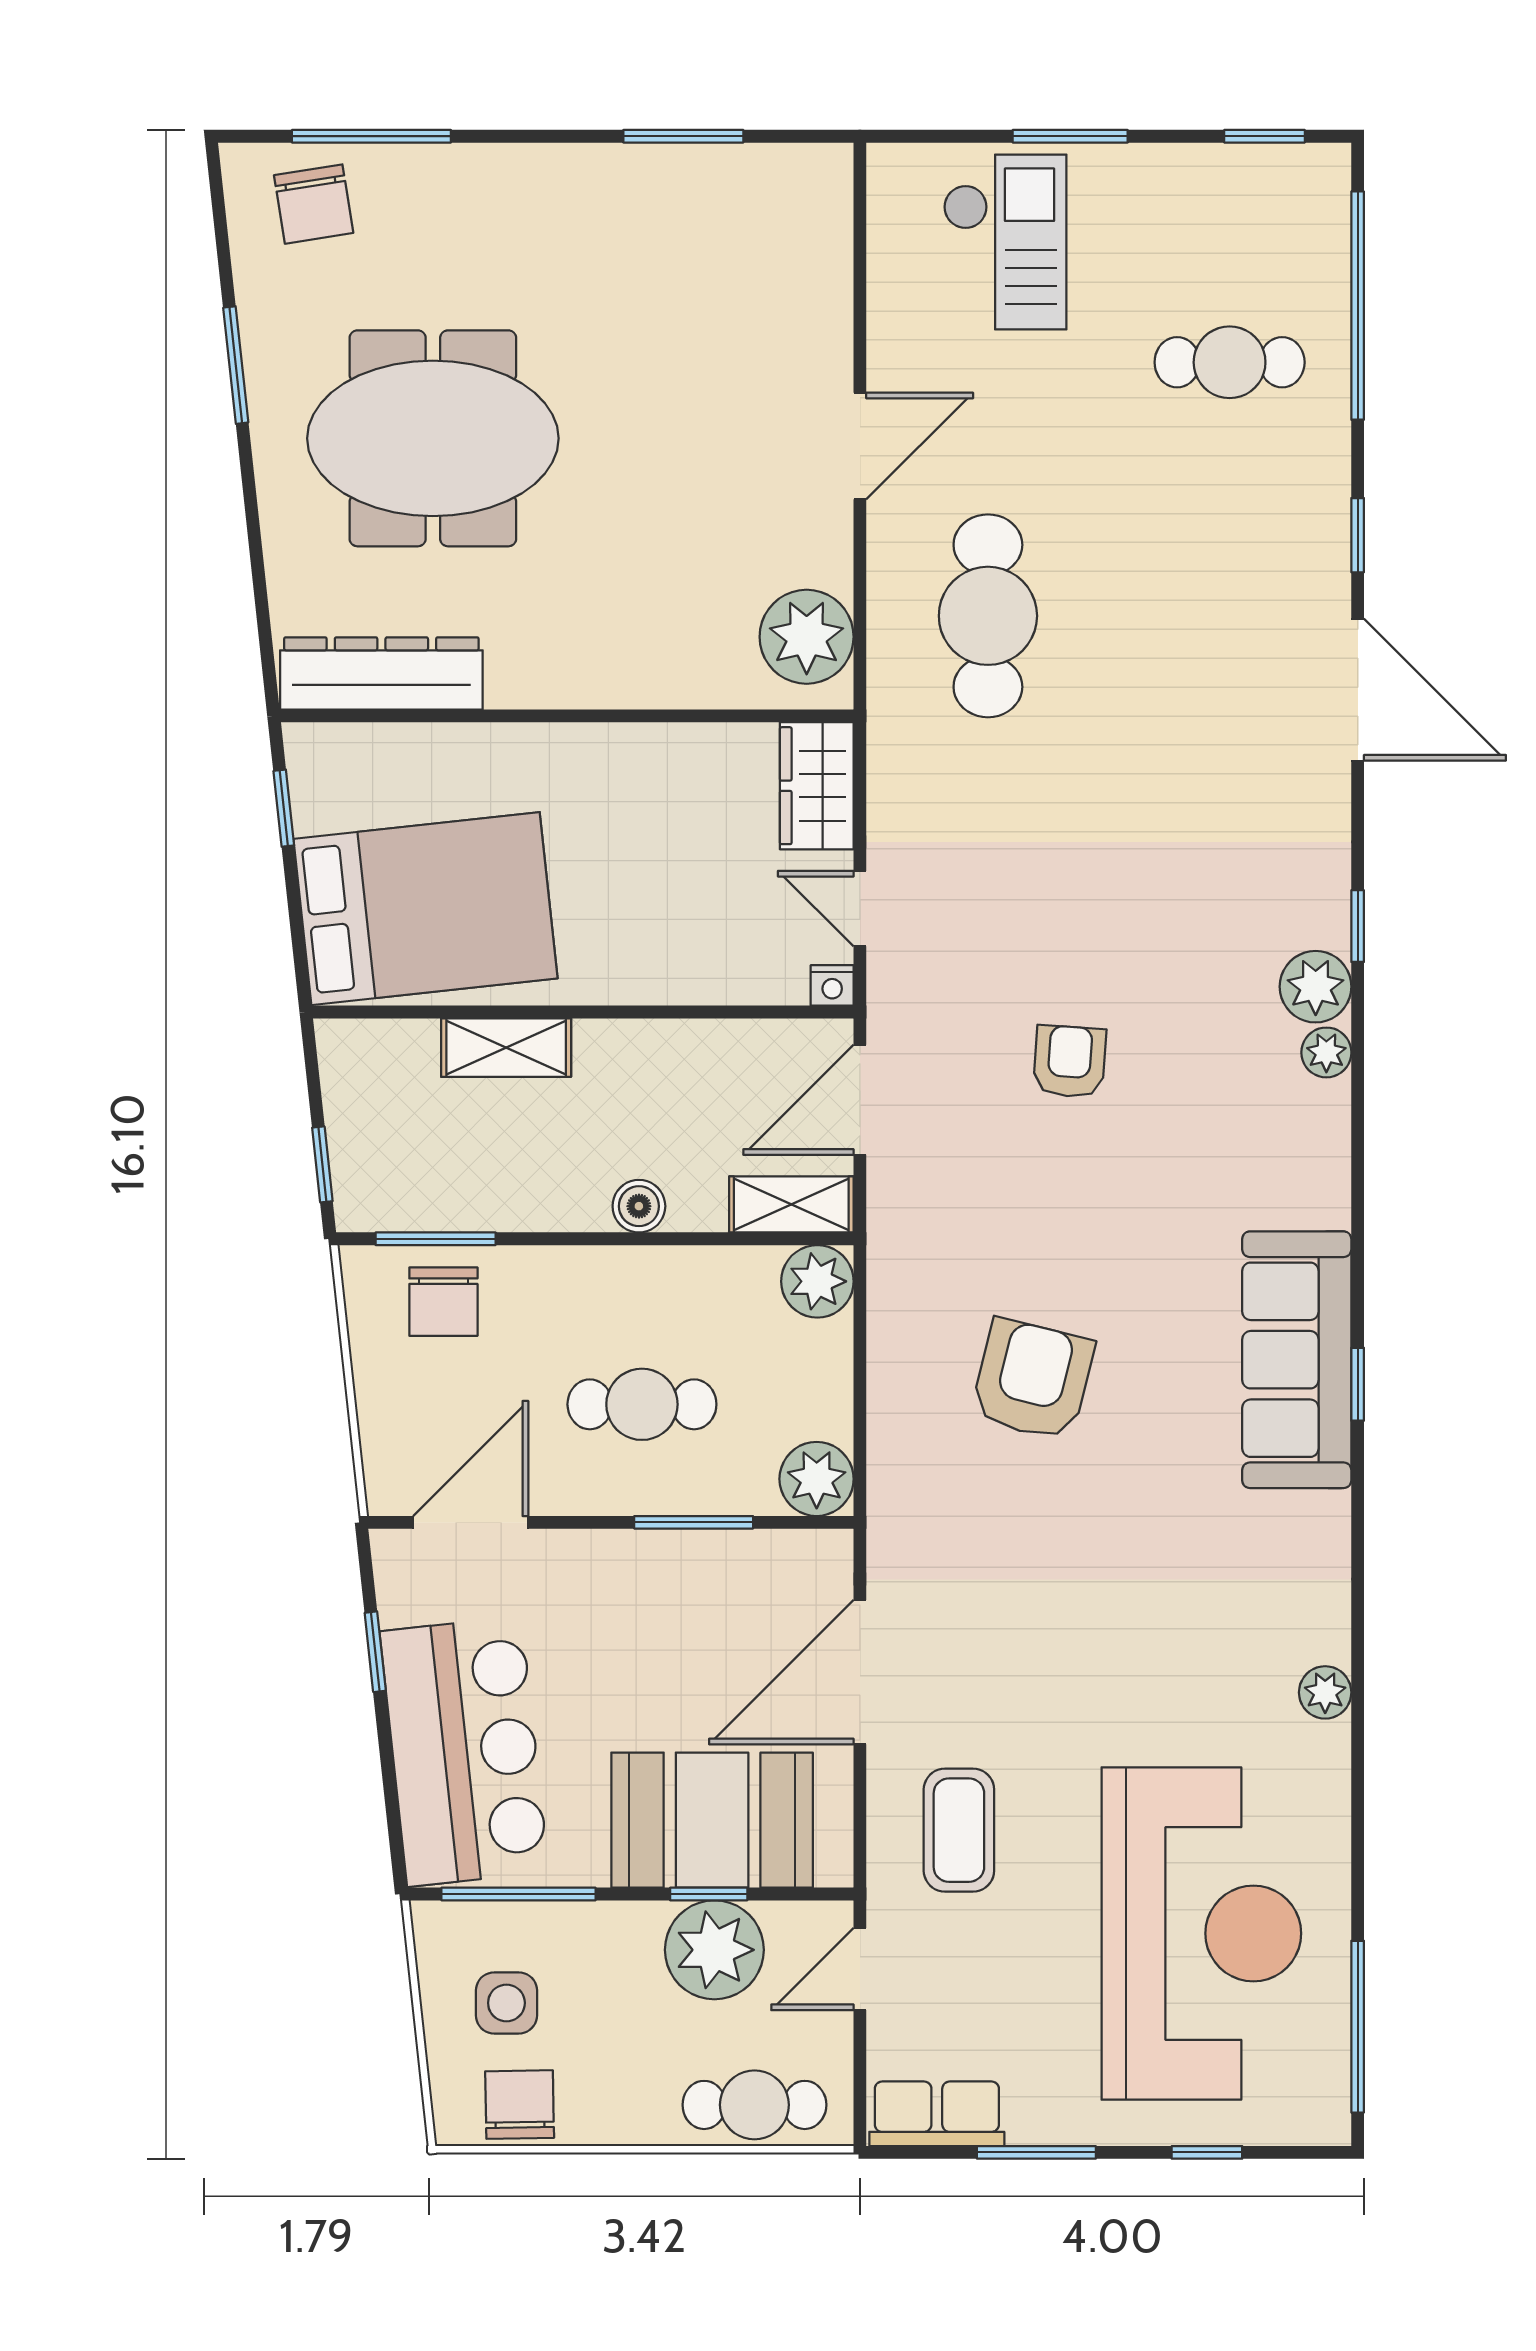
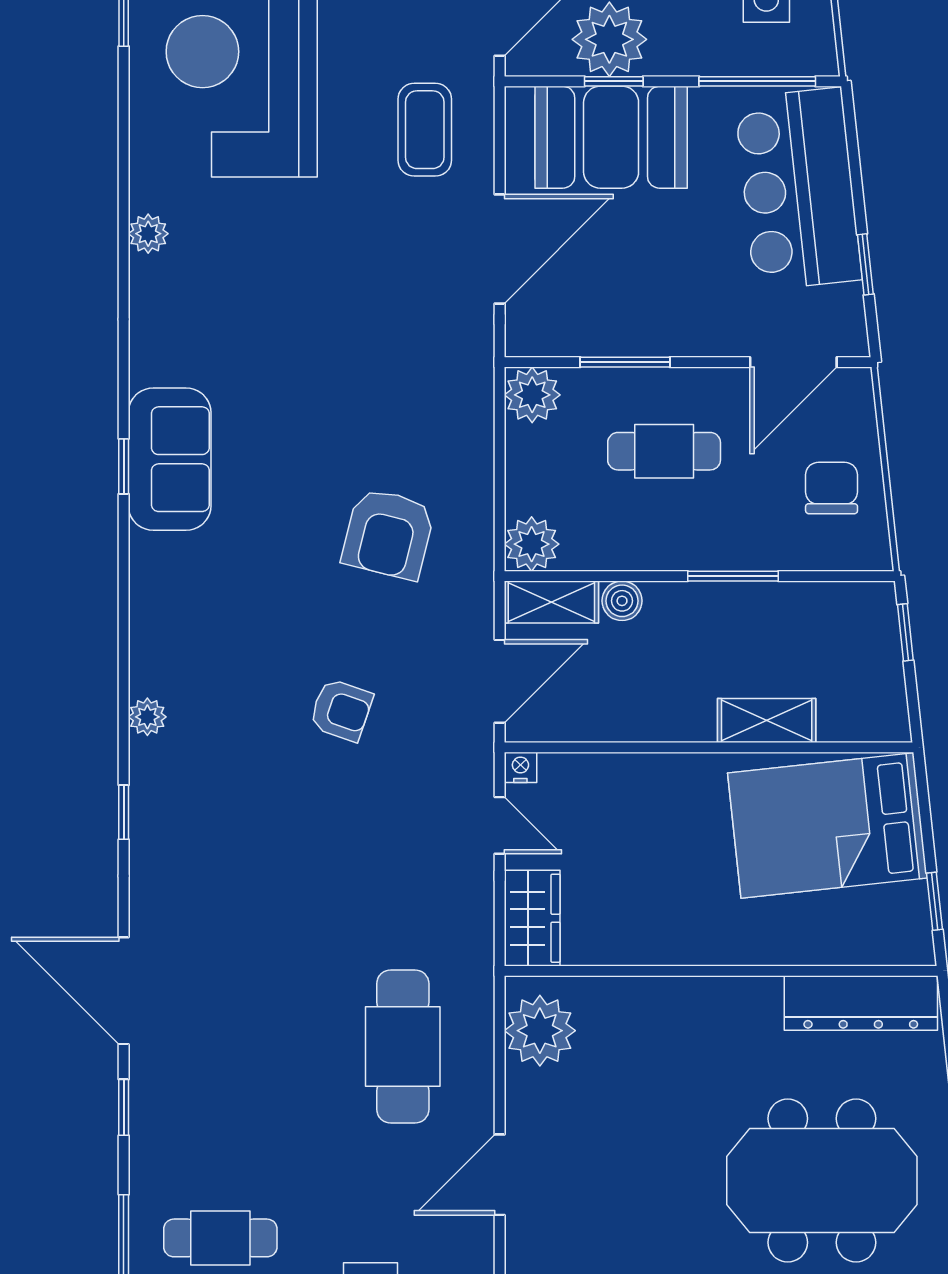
plant: (1316, 987) -> (155, 767), removed
armchair: (1070, 1061) -> (341, 710), turned -75
boiler: (639, 1206) -> (622, 601), moved
window: (436, 1239) -> (733, 576), moved
chair: (443, 1302) -> (832, 488), moved
sofa: (1297, 1360) -> (170, 459), width x0.73
armchair: (1032, 1380) -> (388, 534), moved

